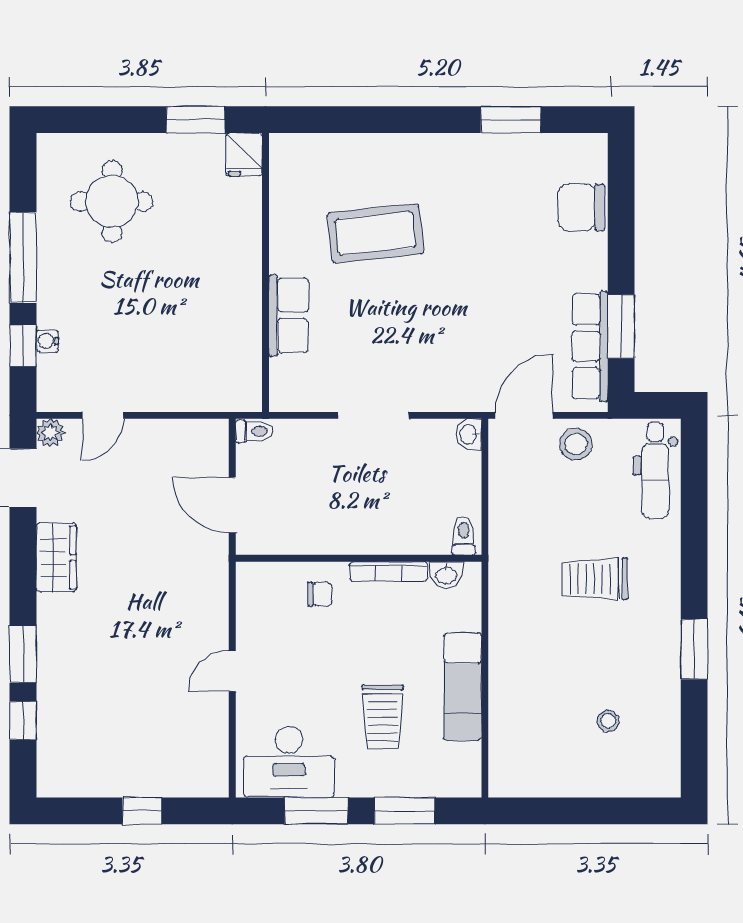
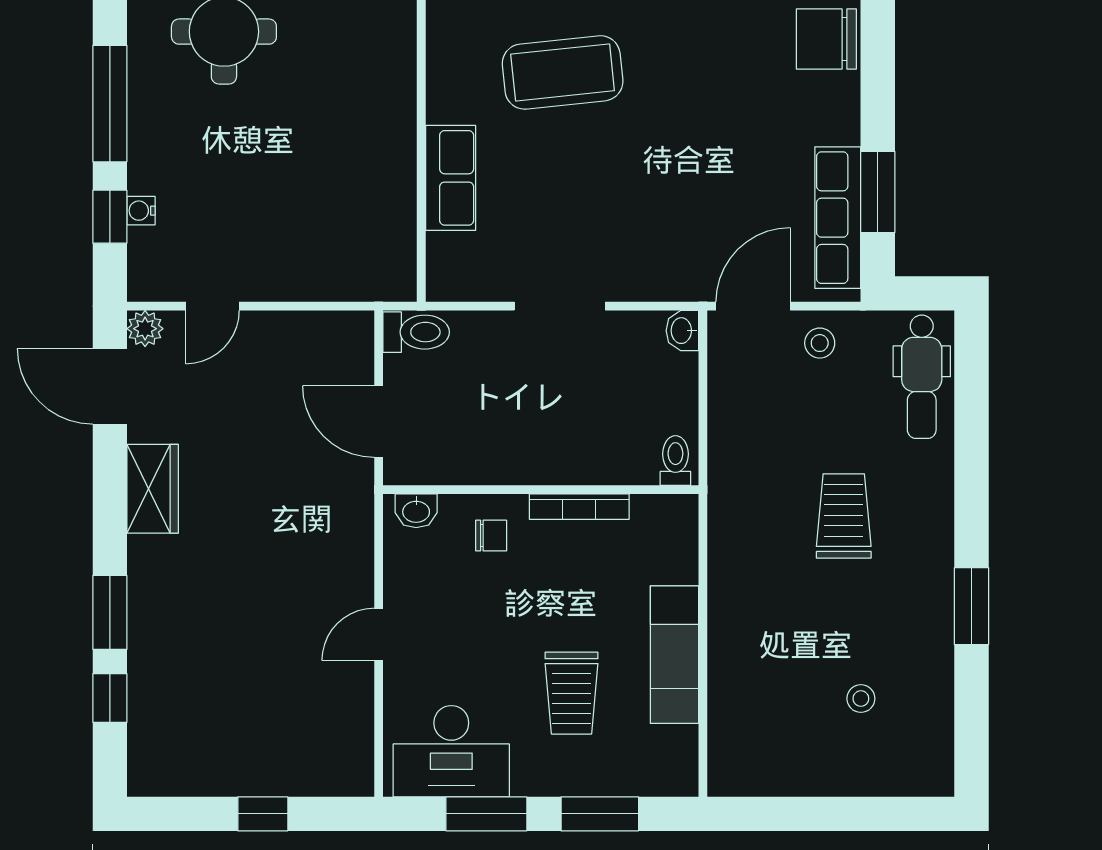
toilet: (254, 431) -> (416, 332), width x1.37, depth x1.39
stool: (576, 444) -> (820, 343), width x0.73, depth x0.73
washbasin: (446, 575) -> (416, 511), moved
trolley: (595, 579) -> (844, 516), turned 90

